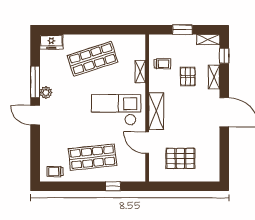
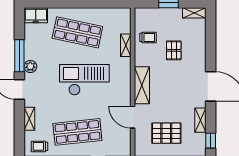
window: (224, 56) -> (211, 141), moved
shop shelf: (93, 59) -> (77, 32), turned 30
shelving: (214, 77) -> (200, 120), moved
checkout: (116, 110) -> (84, 80), moved
shelving: (45, 144) -> (29, 119), added

